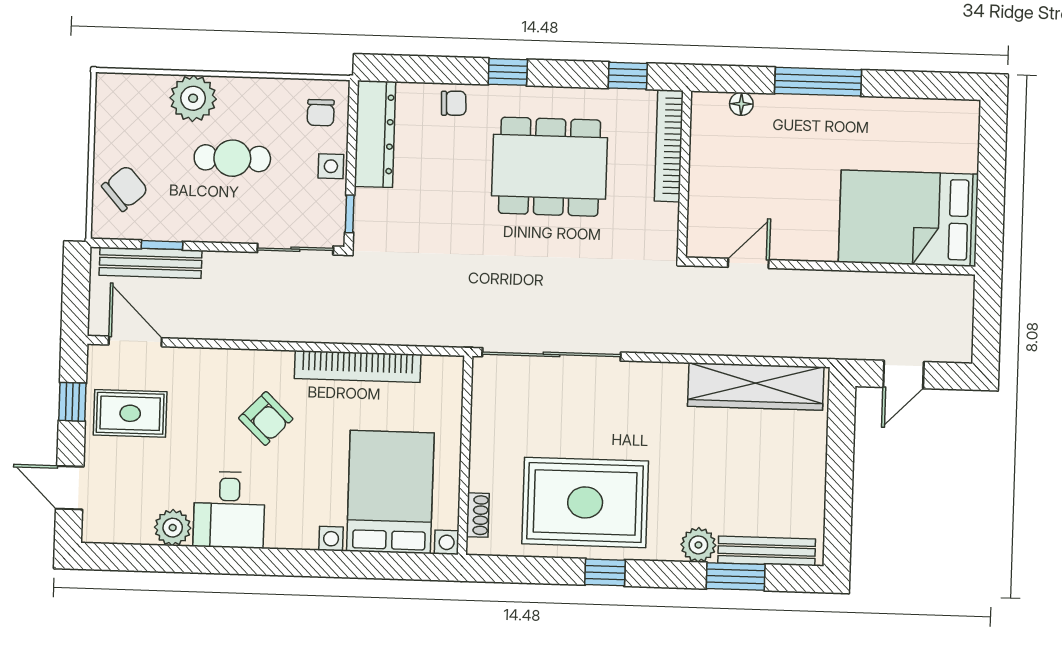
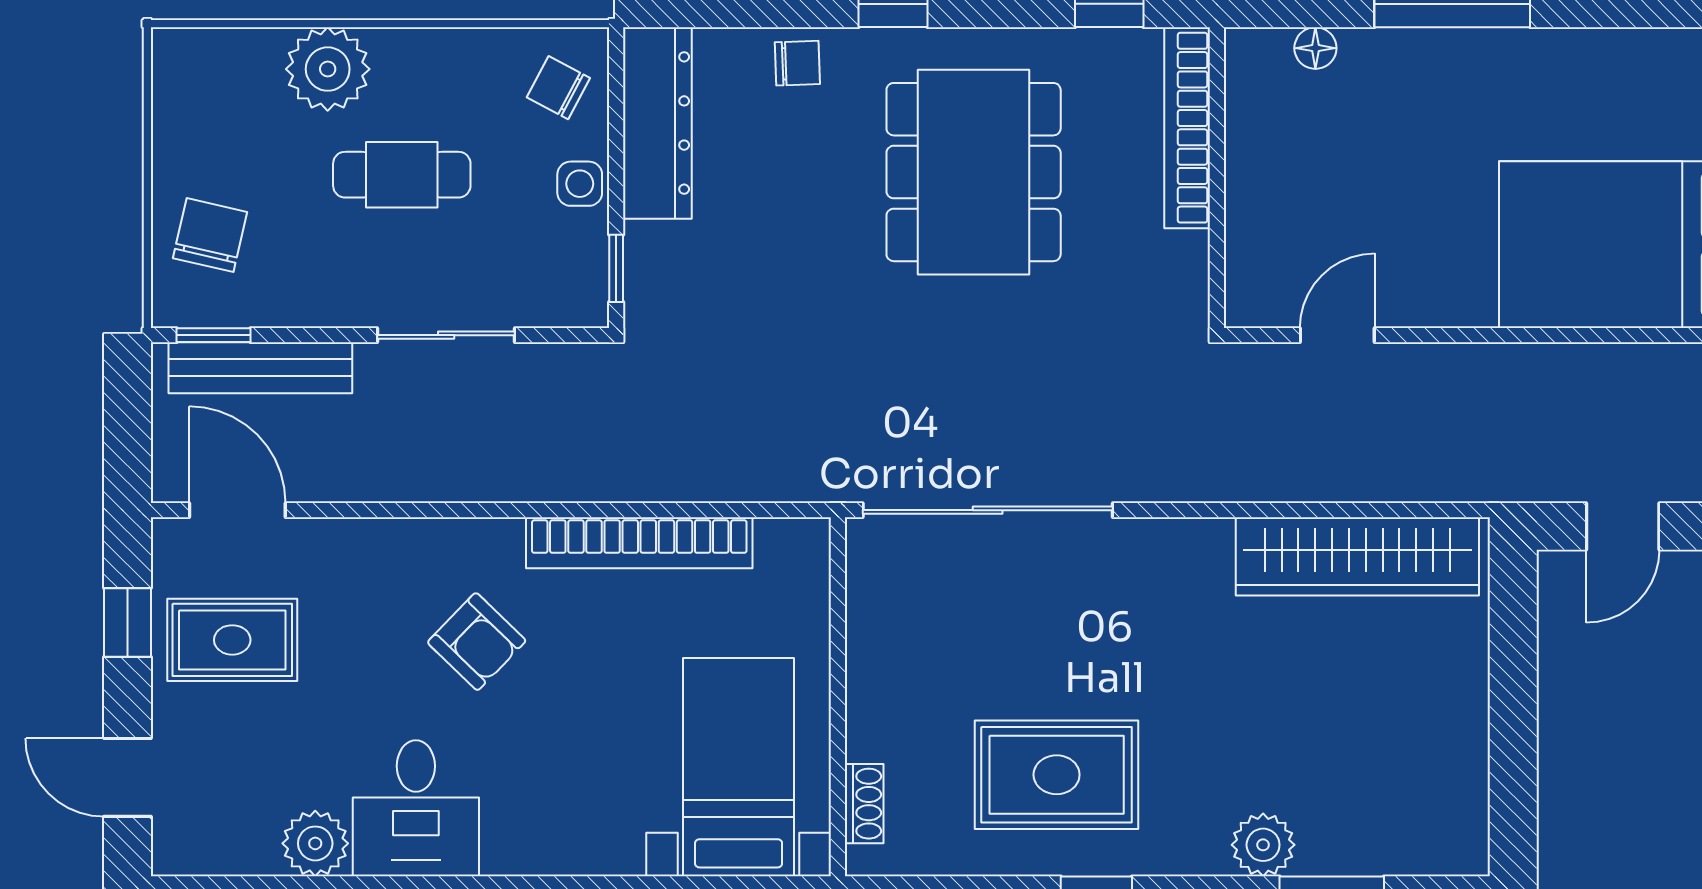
chair: (321, 113) -> (558, 88), turned 118
dining table: (550, 167) -> (974, 172), turned 90
chair: (125, 188) -> (210, 235), turned -36
window: (162, 245) -> (213, 335), moved
sliding door: (295, 249) -> (446, 335), moved
bed with nightstands: (390, 492) -> (739, 767), width x0.73
rug: (585, 502) -> (1057, 775), width x0.73, depth x0.69
bench: (767, 551) -> (1386, 852), removed

